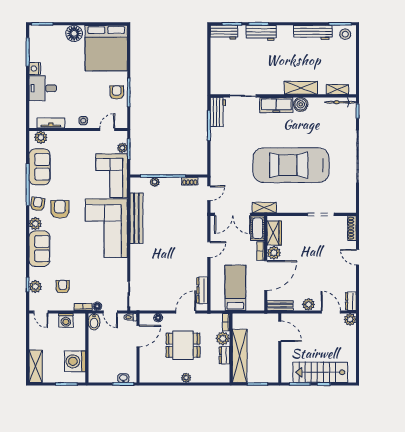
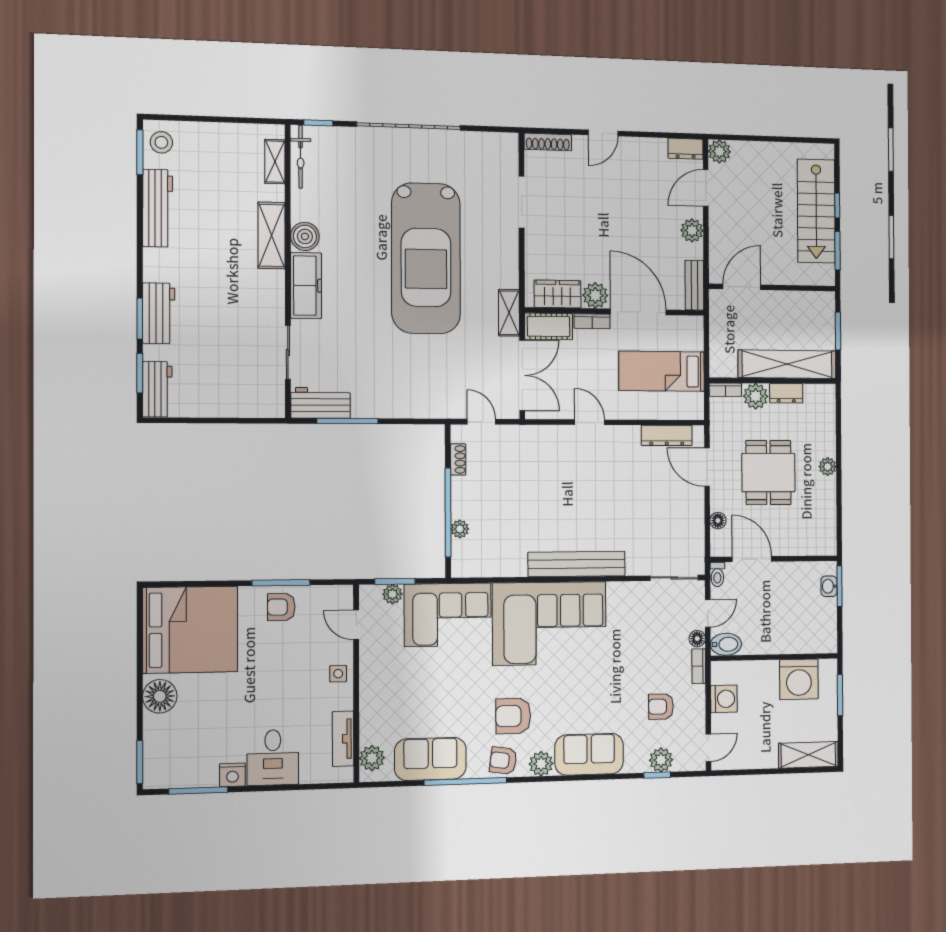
bench: (136, 218) -> (577, 564), moved

